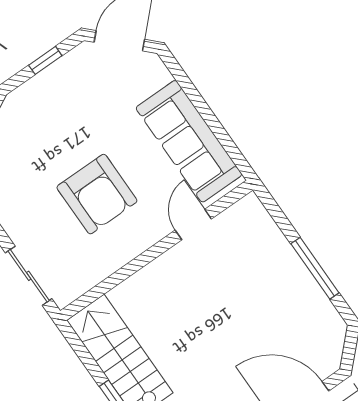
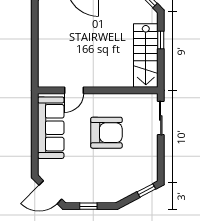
armchair: (97, 194) -> (106, 133), turned 90
window: (315, 268) -> (35, 35), removed

